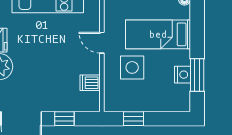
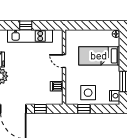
side table: (132, 67) -> (88, 93), moved
nightstand: (182, 75) -> (115, 96), moved

